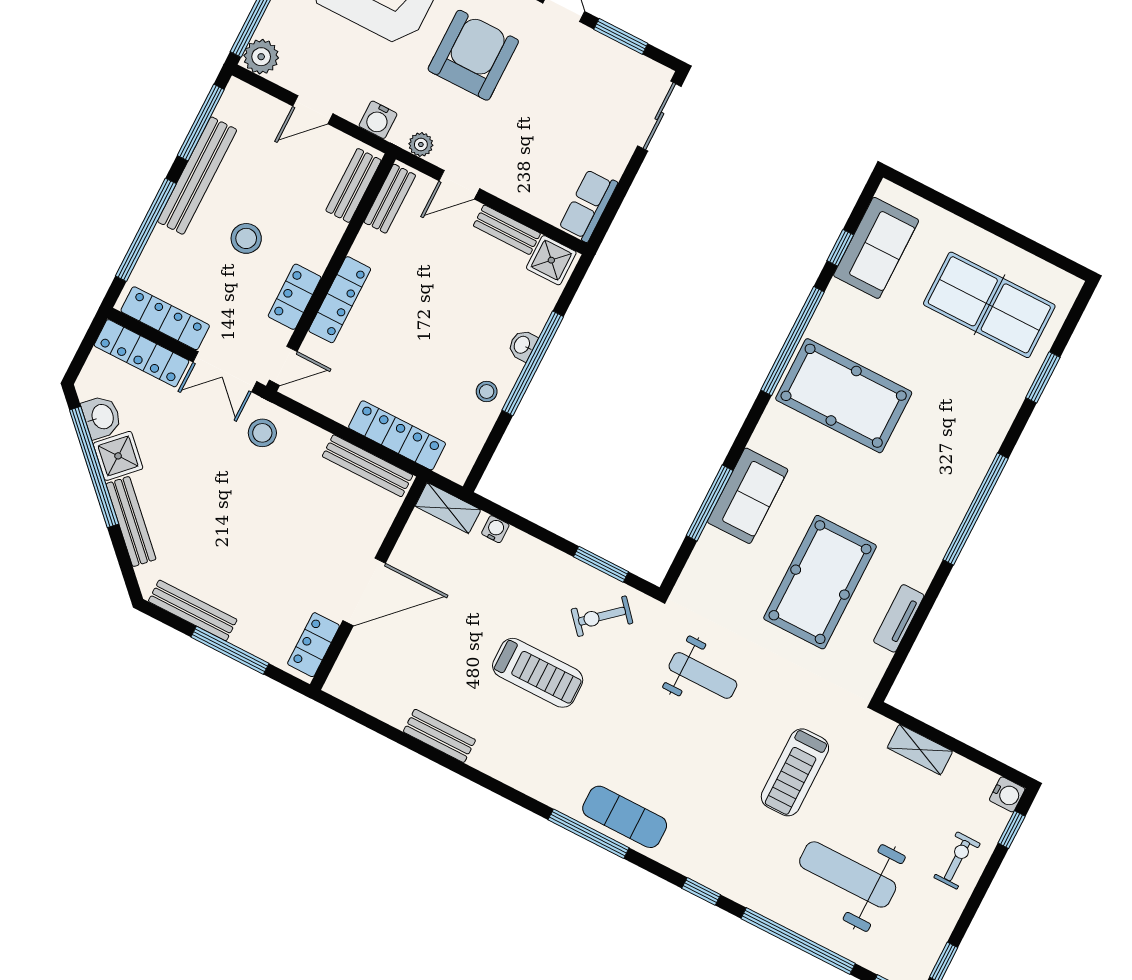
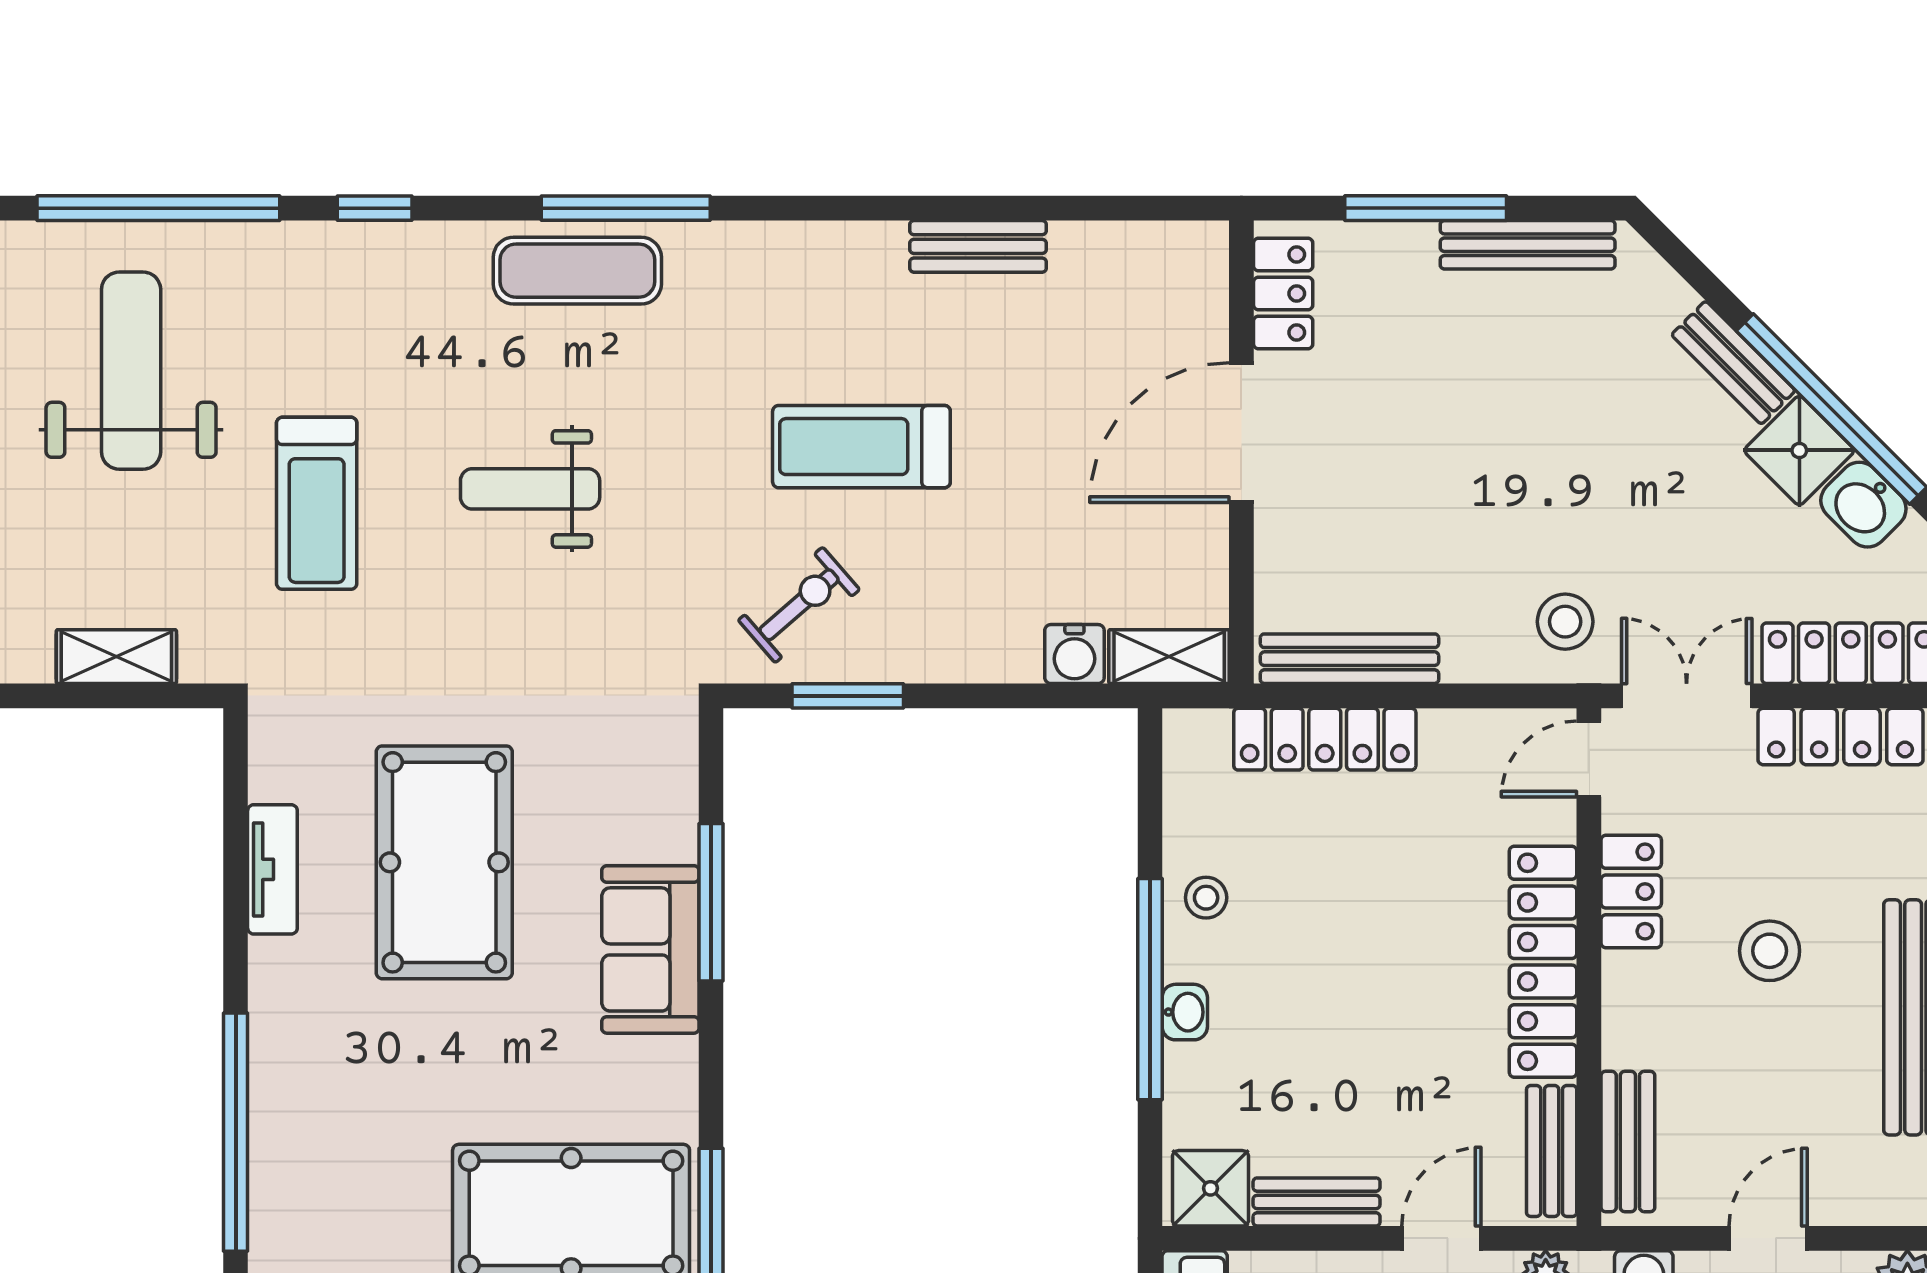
locker: (340, 300) -> (1543, 962), width x1.41, depth x1.21
bench: (131, 522) -> (1733, 363), width x0.73
water cooler: (495, 529) -> (1074, 654), width x1.38, depth x1.38
weight bench: (703, 675) -> (530, 489), moved
treadmill: (795, 772) -> (317, 503), turned 180
weight bench: (848, 874) -> (131, 371), turned -90

